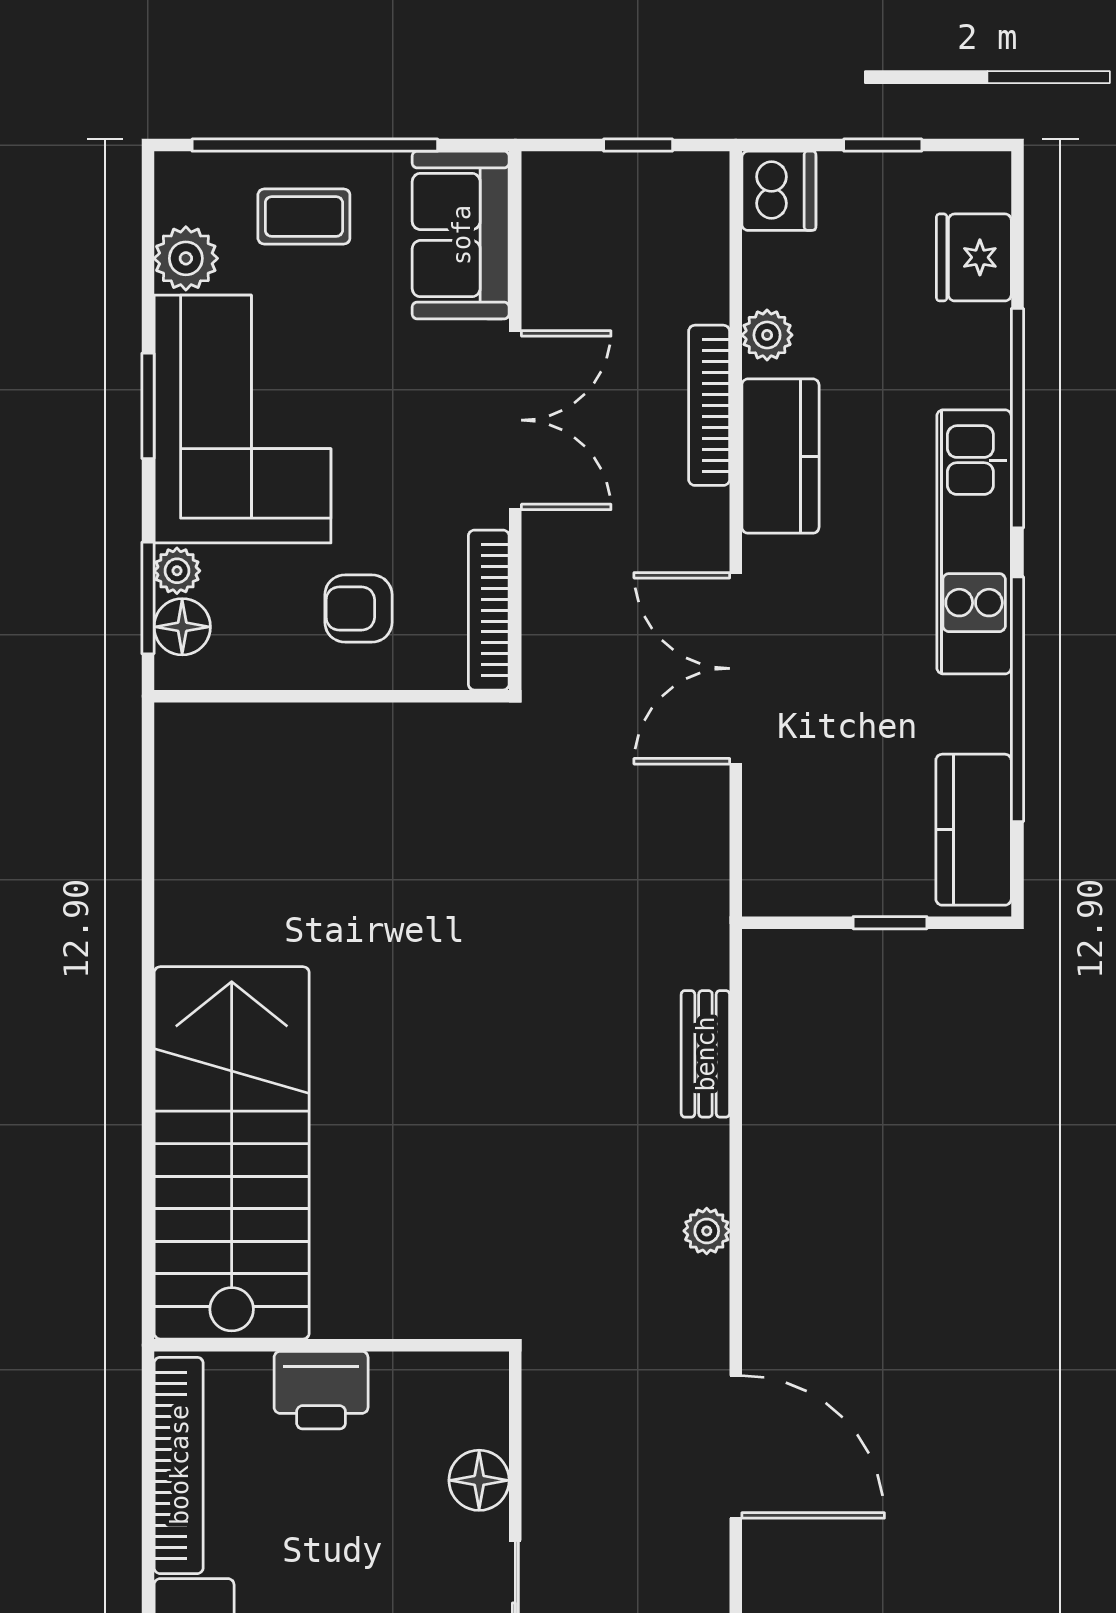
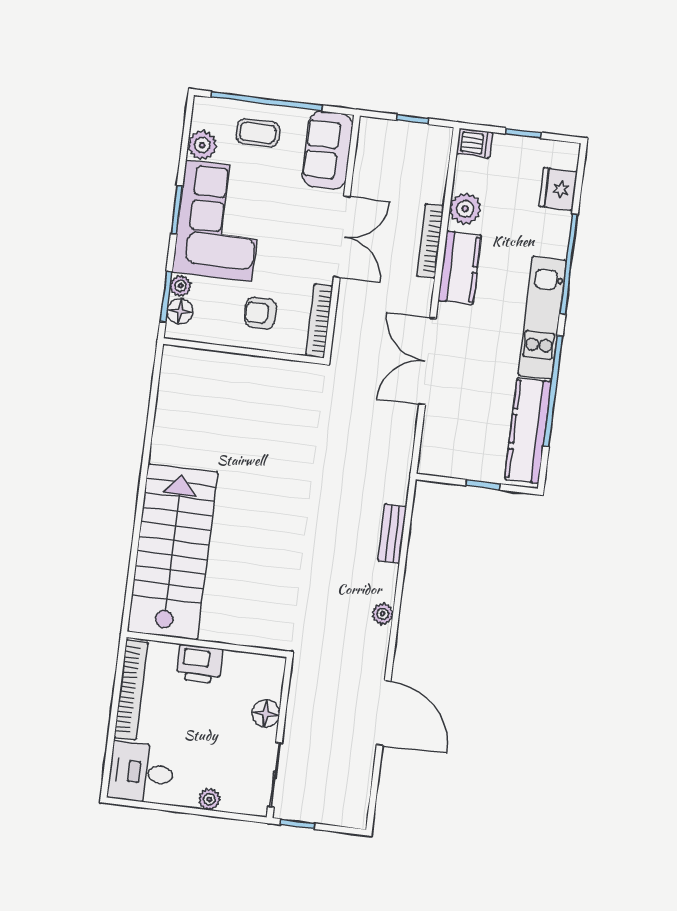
dishwasher: (779, 191) -> (474, 143), width x0.73
plant: (767, 335) -> (465, 209), width x1.38, depth x1.38
kitchen counter: (974, 830) -> (528, 430), width x1.50

